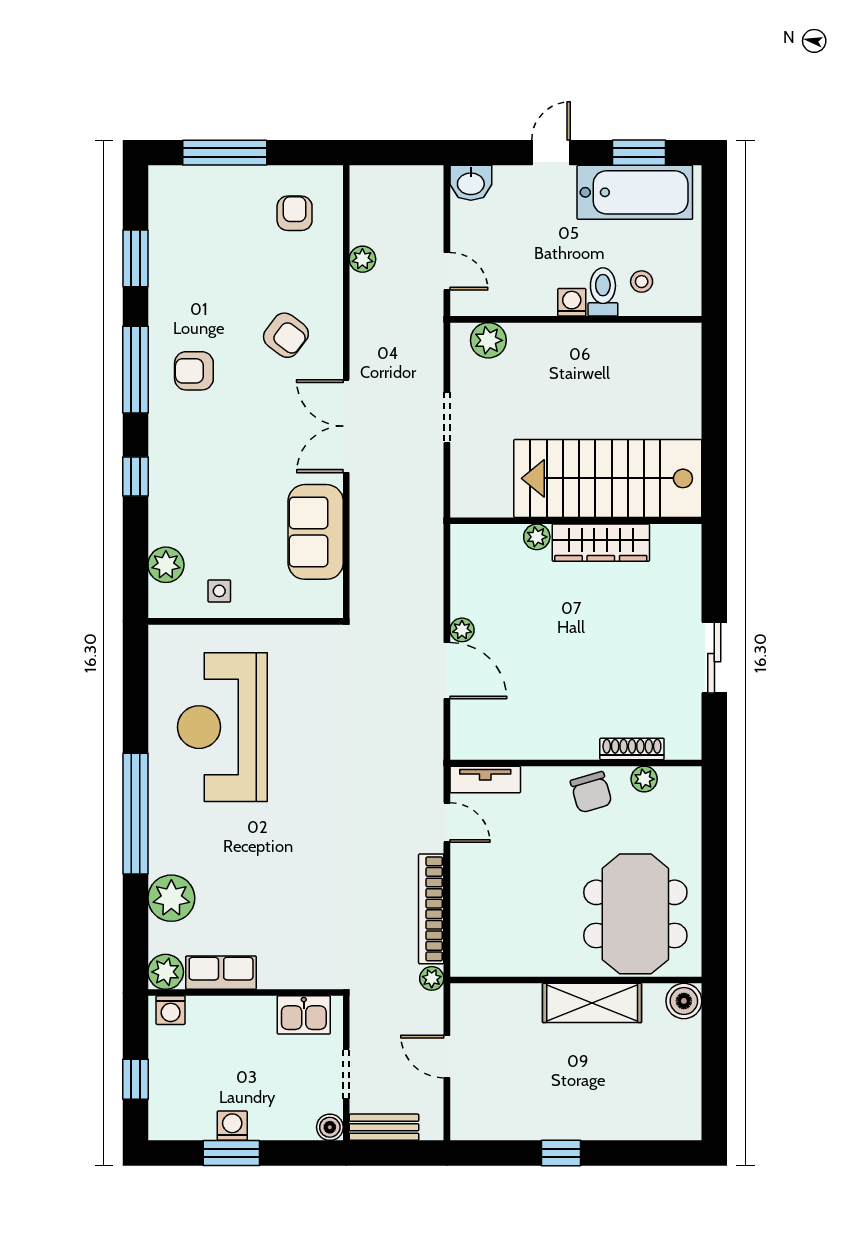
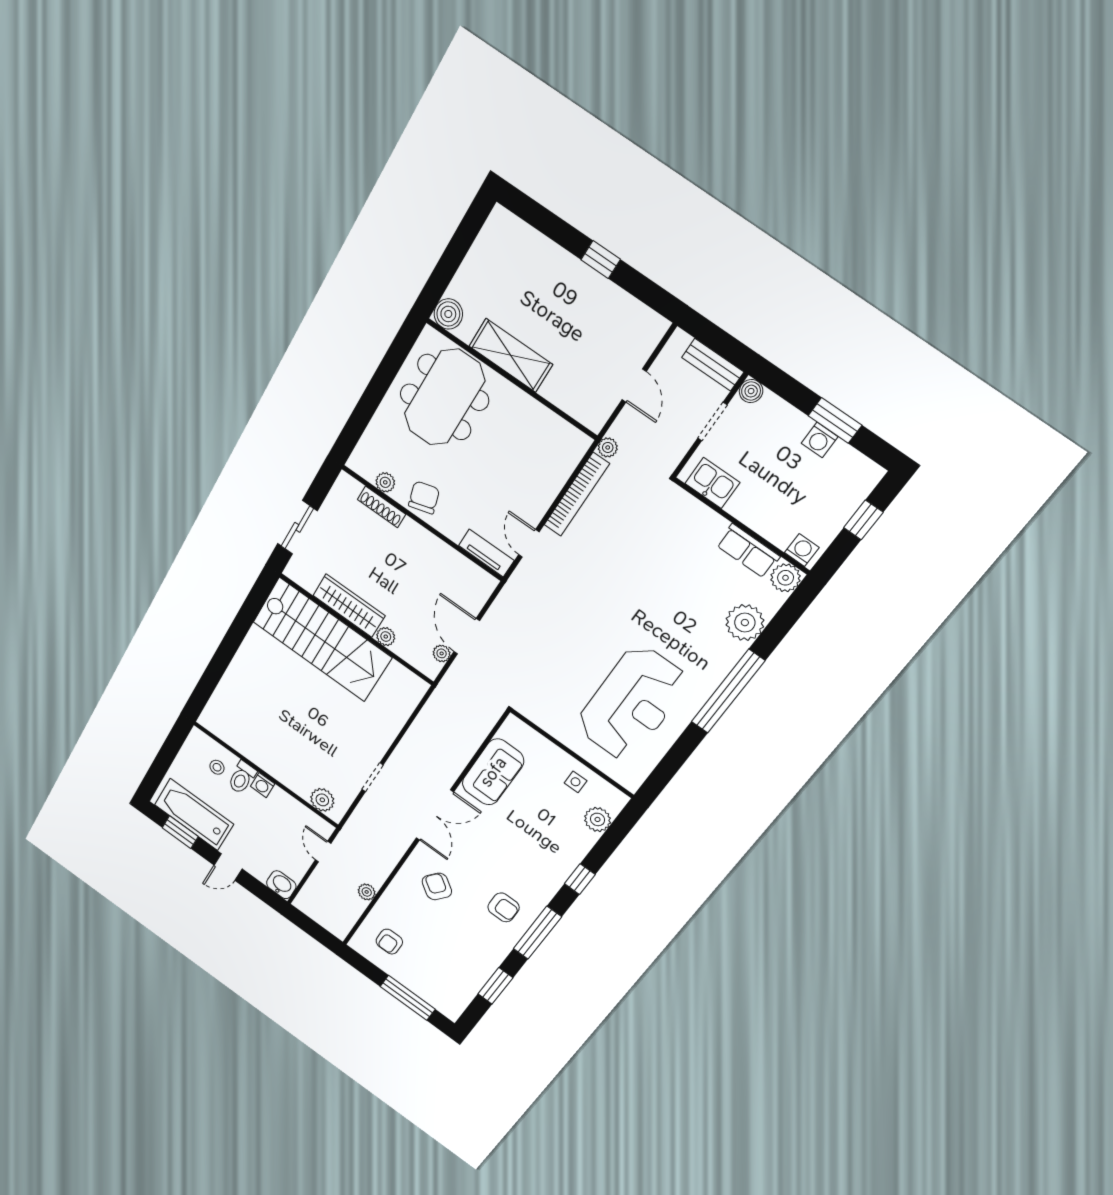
stairs: (608, 478) -> (322, 640), moved
wall: (576, 521) -> (356, 629), moved
plant: (537, 537) -> (386, 637), moved
wardrobe: (601, 543) -> (349, 606), moved

